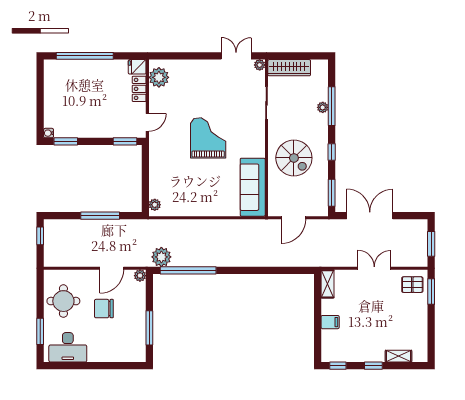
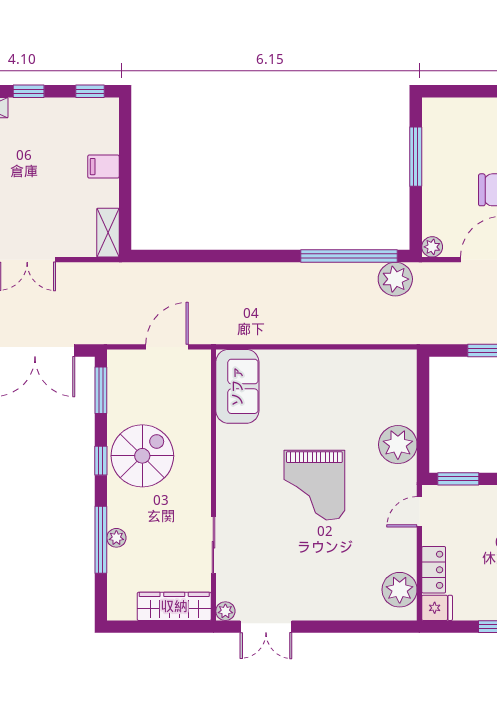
spiral stairs: (294, 158) -> (142, 456), moved, turned 90
sofa: (253, 187) -> (237, 386), width x0.73
plant: (155, 205) -> (398, 445), moved, width x1.88, depth x1.88

